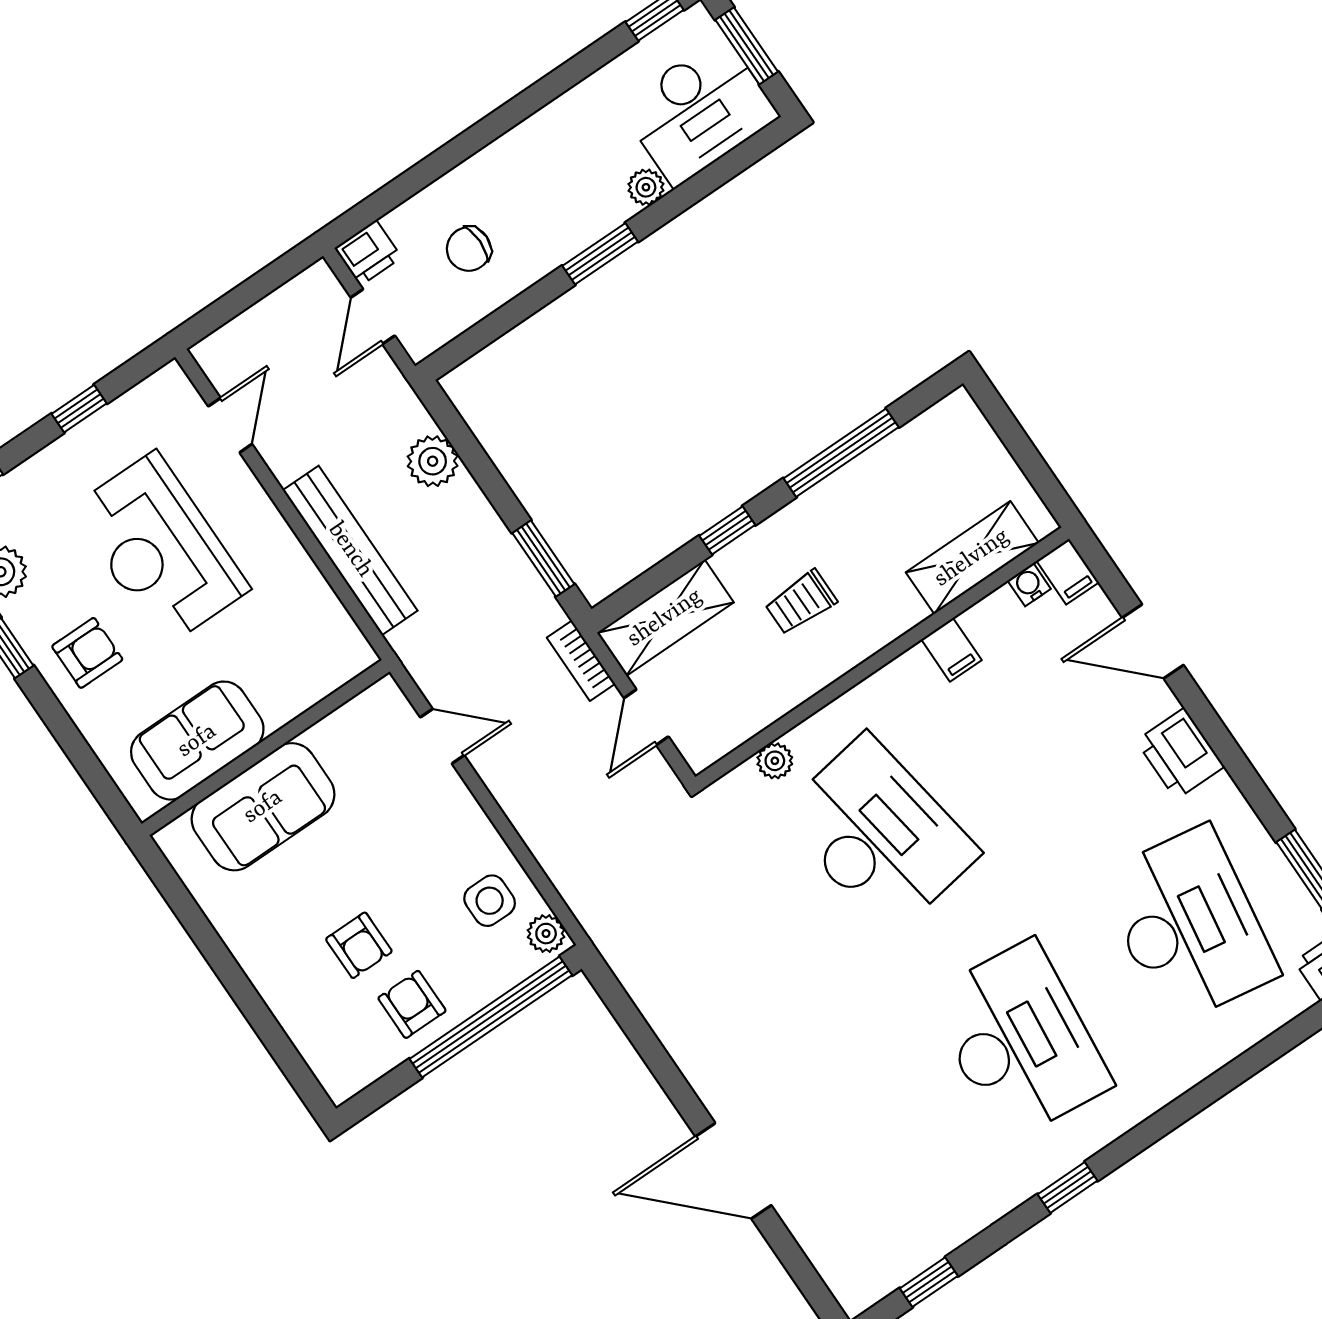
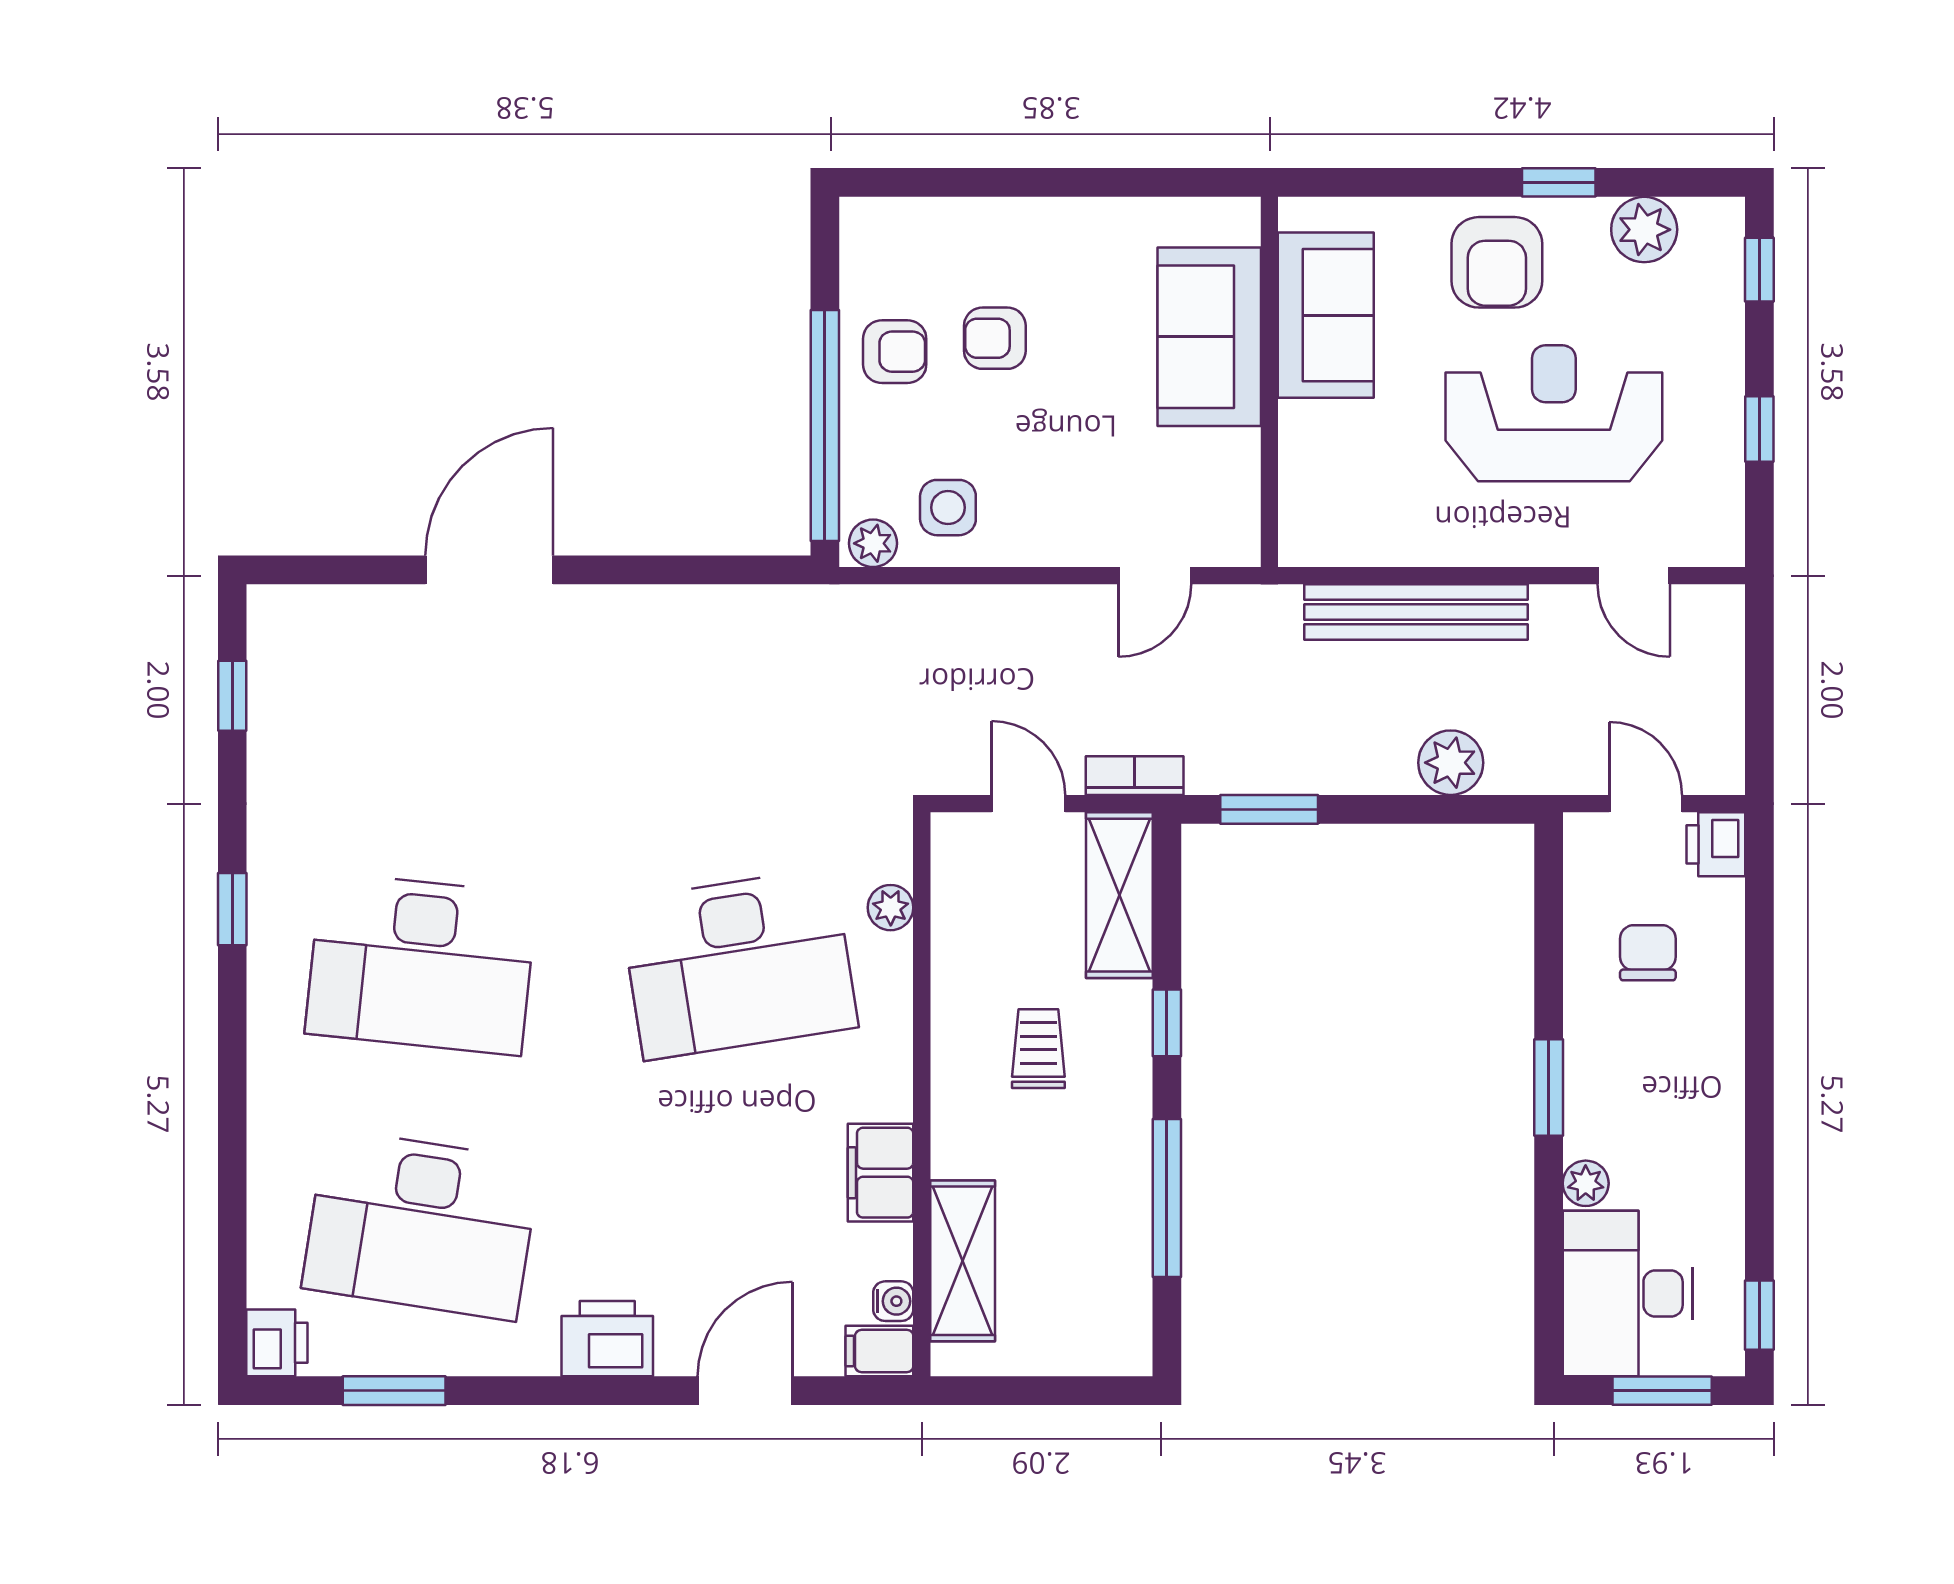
filing cabinet: (951, 650) -> (881, 1173), width x2.00
armchair: (87, 653) -> (1497, 262), width x1.38, depth x1.38

